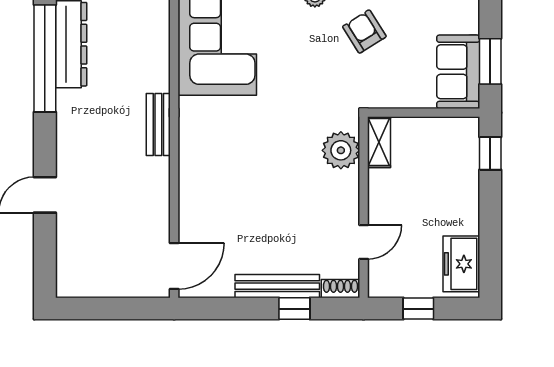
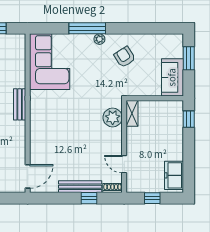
window: (490, 61) -> (189, 58), moved
door: (364, 242) -> (124, 164), swing flipped

